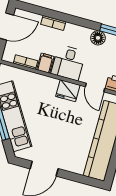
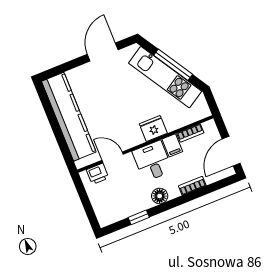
floor lamp: (98, 38) -> (160, 196), moved
fridge: (68, 91) -> (153, 129), moved

